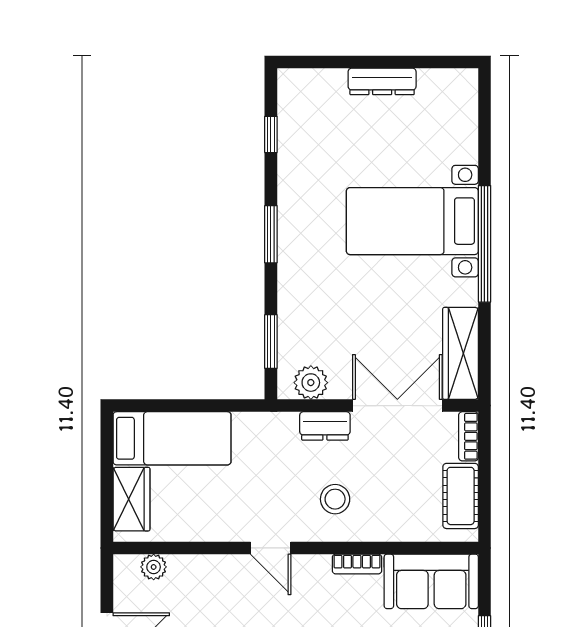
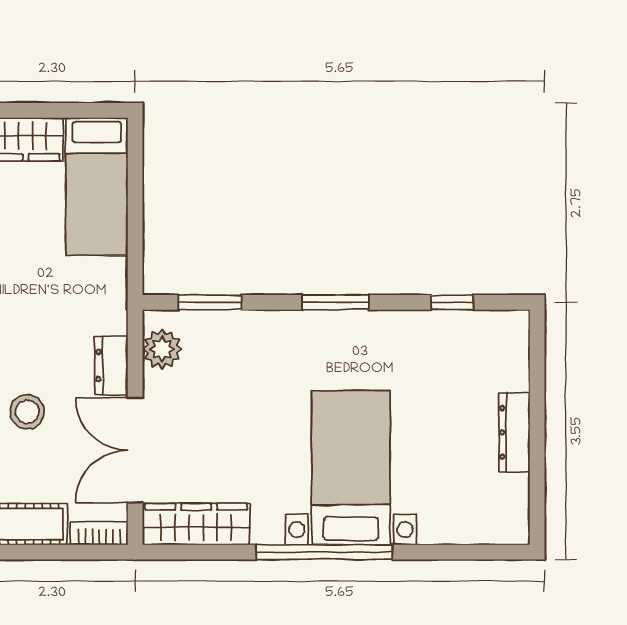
double door: (397, 406) -> (135, 450), swing flipped
stool: (335, 499) -> (27, 412), moved

